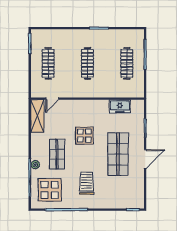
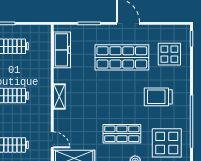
shelving: (87, 104) -> (59, 97), added
freezer: (120, 106) -> (62, 50), width x1.40
display table: (84, 136) -> (169, 54), moved

